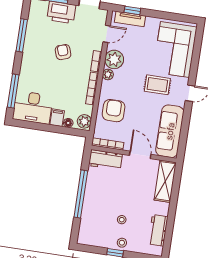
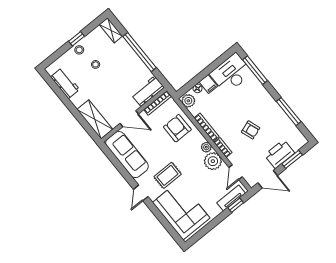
armchair: (114, 111) -> (177, 128), turned 180
shelving: (84, 232) -> (111, 30), added

